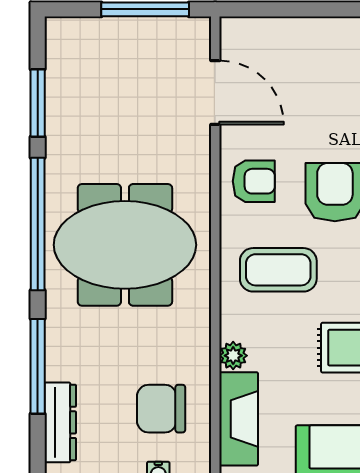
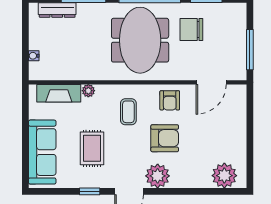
coffee table: (278, 270) -> (128, 112), width x0.73, depth x0.77
chair: (161, 409) -> (191, 29), moved, turned -90

